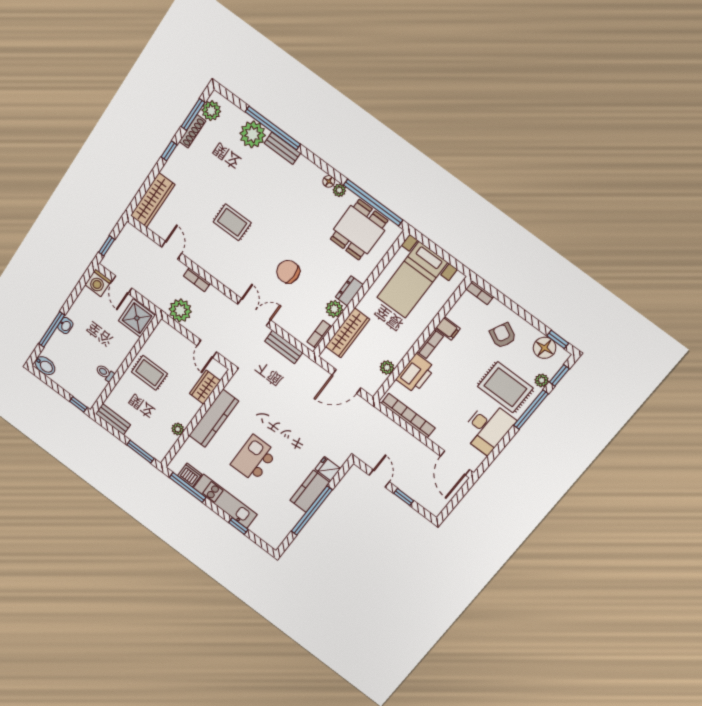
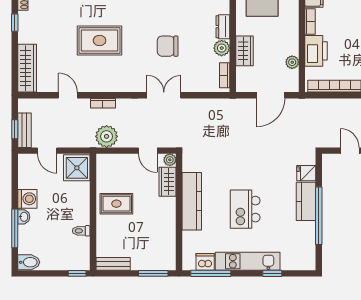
rug: (232, 222) -> (100, 40), width x1.36, depth x1.43
washing machine: (98, 283) -> (27, 199), moved, turned -90
wardrobe: (348, 333) -> (245, 51), width x0.67
bench: (284, 347) -> (24, 130), moved, turned 90
plant: (178, 429) -> (170, 160), moved

